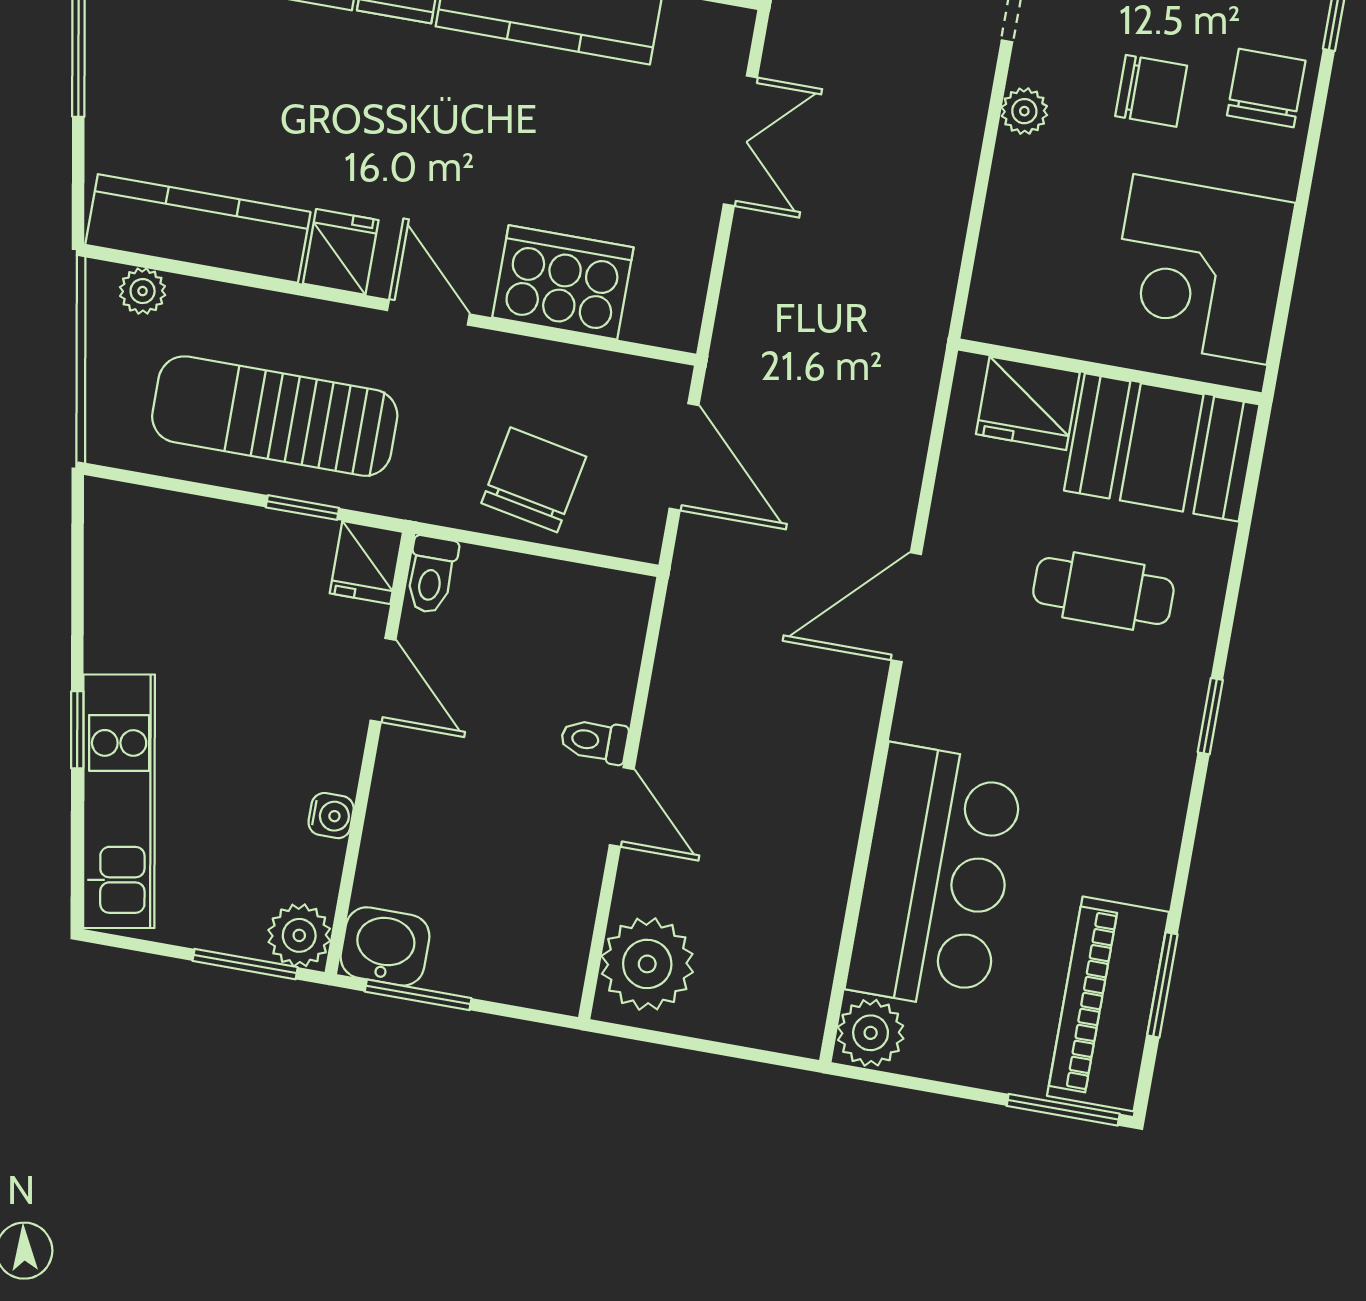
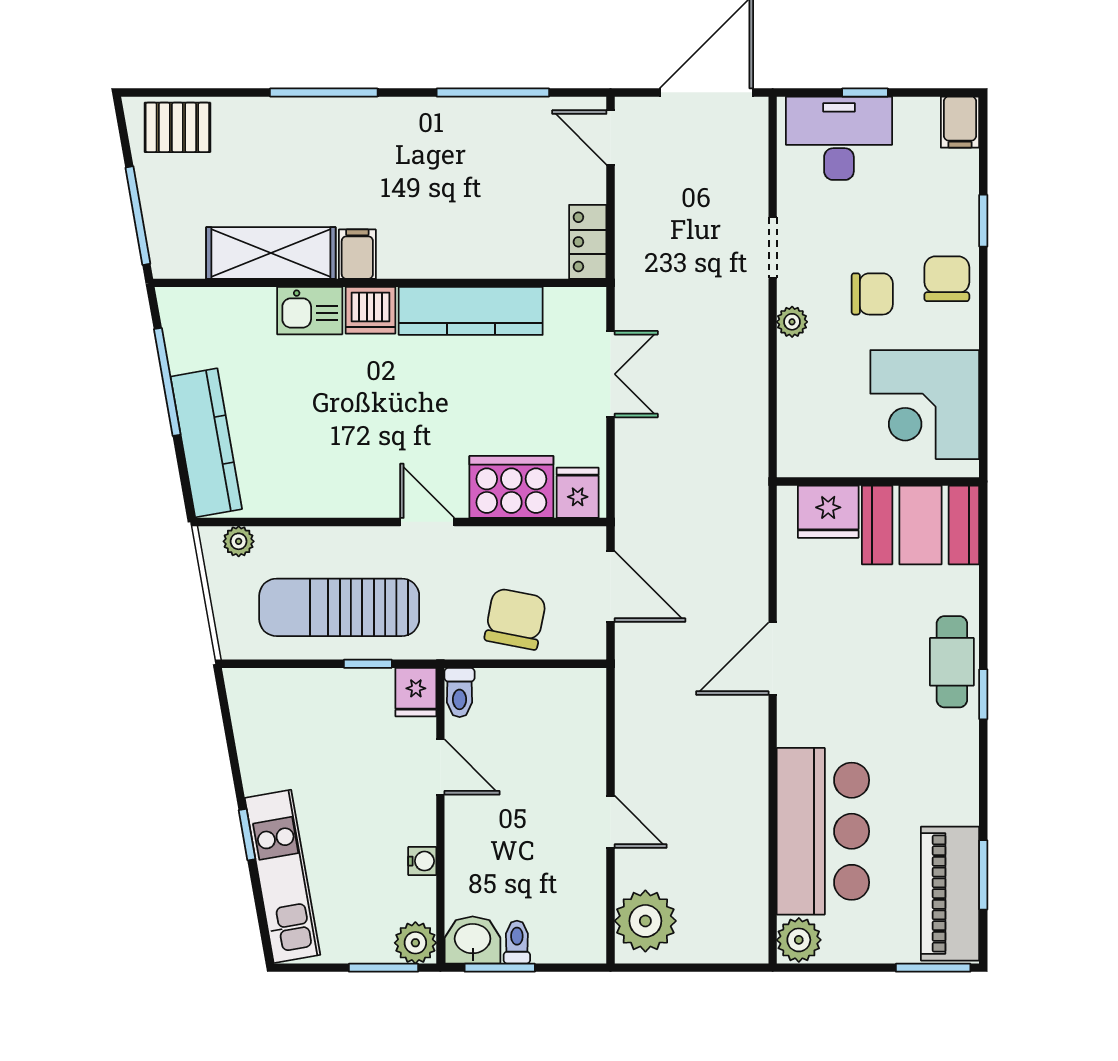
kitchen counter: (198, 228) -> (206, 443), moved, turned 80
fridge: (341, 252) -> (578, 493), moved
cafe table: (1103, 591) -> (952, 662), moved, turned 90
toilet: (594, 741) -> (517, 942), moved, turned 90

